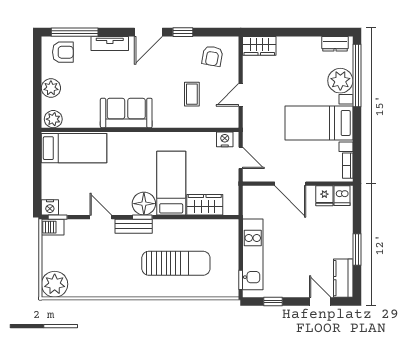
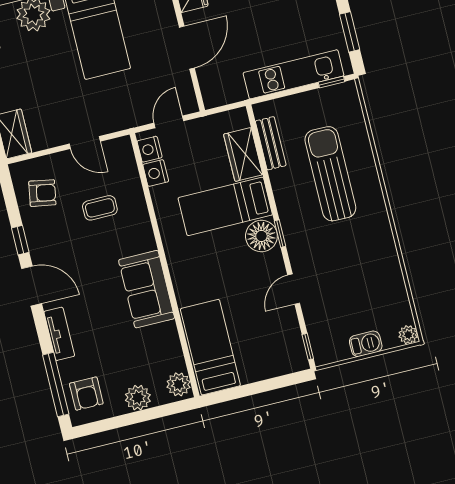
armchair: (63, 52) -> (86, 394), turned 180
nightstand: (50, 207) -> (156, 173), moved, turned 180
bench: (134, 226) -> (271, 143), moved
barbecue: (53, 227) -> (366, 344), moved, turned -90
plant: (55, 284) -> (408, 335), width x0.53, depth x0.53
window: (273, 301) -> (350, 32), width x1.50

